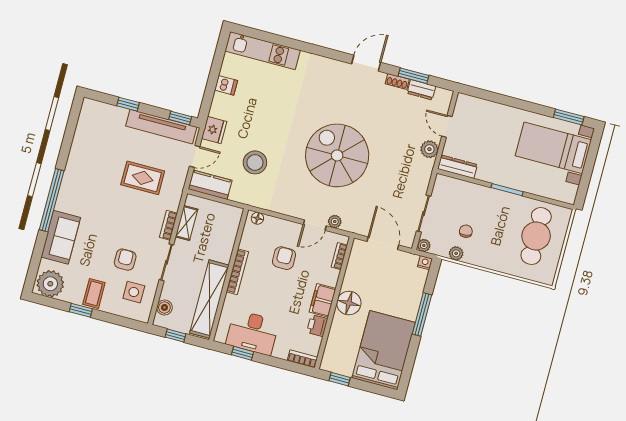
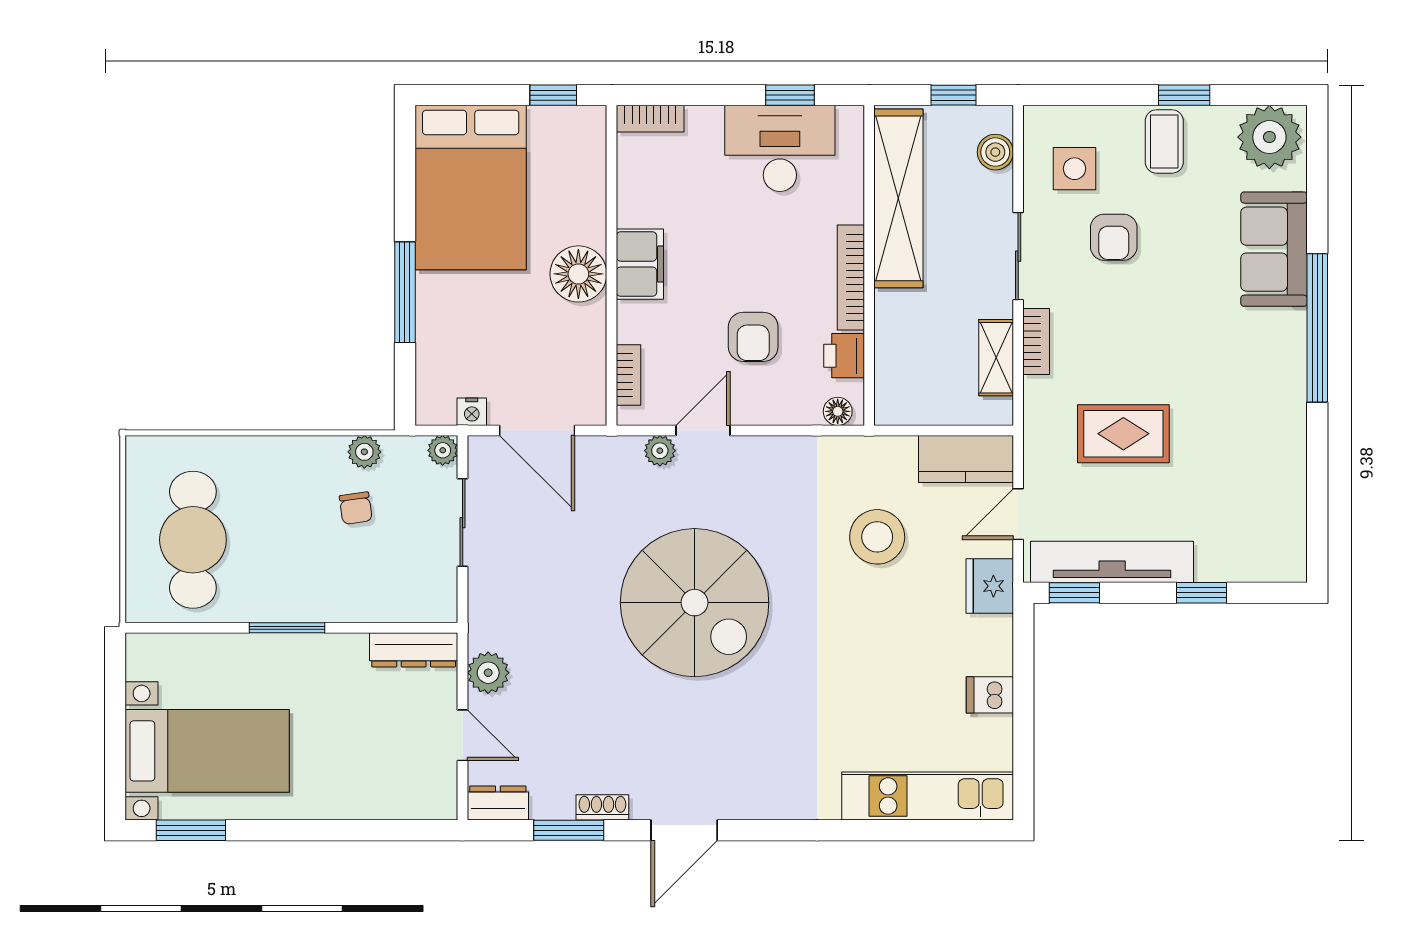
dresser: (421, 90) -> (498, 803), moved
nightstand: (425, 263) -> (472, 412), moved
printer: (317, 326) -> (844, 356), moved, turned 180

